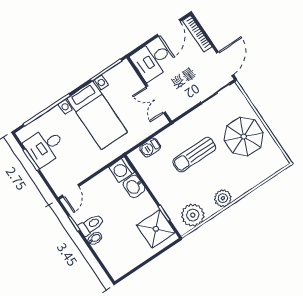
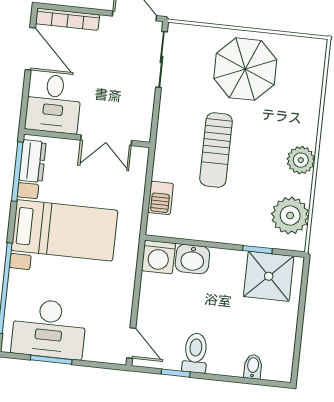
dresser: (117, 73) -> (32, 161), added
desk: (45, 147) -> (49, 329), width x1.37
bidet: (95, 238) -> (253, 367), moved

